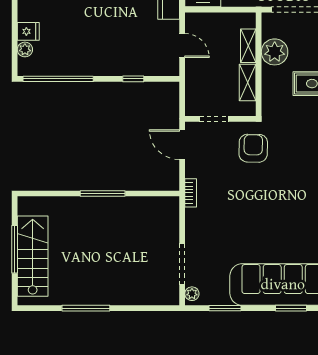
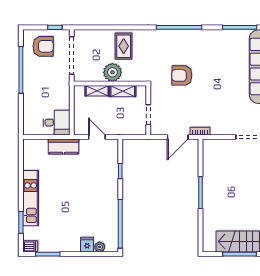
door: (182, 45) -> (97, 137), hinge flipped
plant: (275, 52) -> (112, 72), moved
door: (182, 145) -> (178, 137), moved
armchair: (253, 148) -> (182, 75), moved

